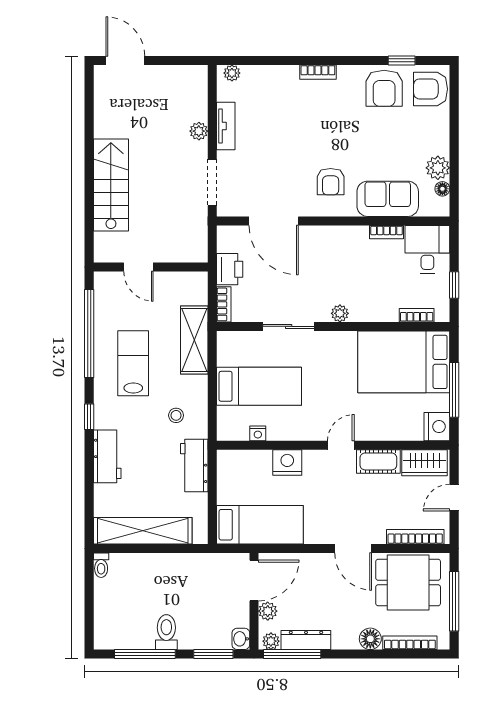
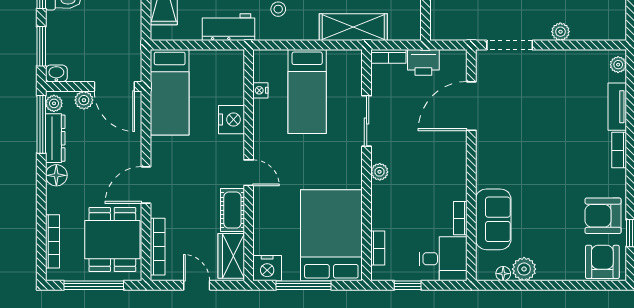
tv unit: (226, 126) -> (617, 107), moved, turned 90
armchair: (331, 182) -> (510, 163), removed
floor lamp: (370, 639) -> (56, 175), moved

